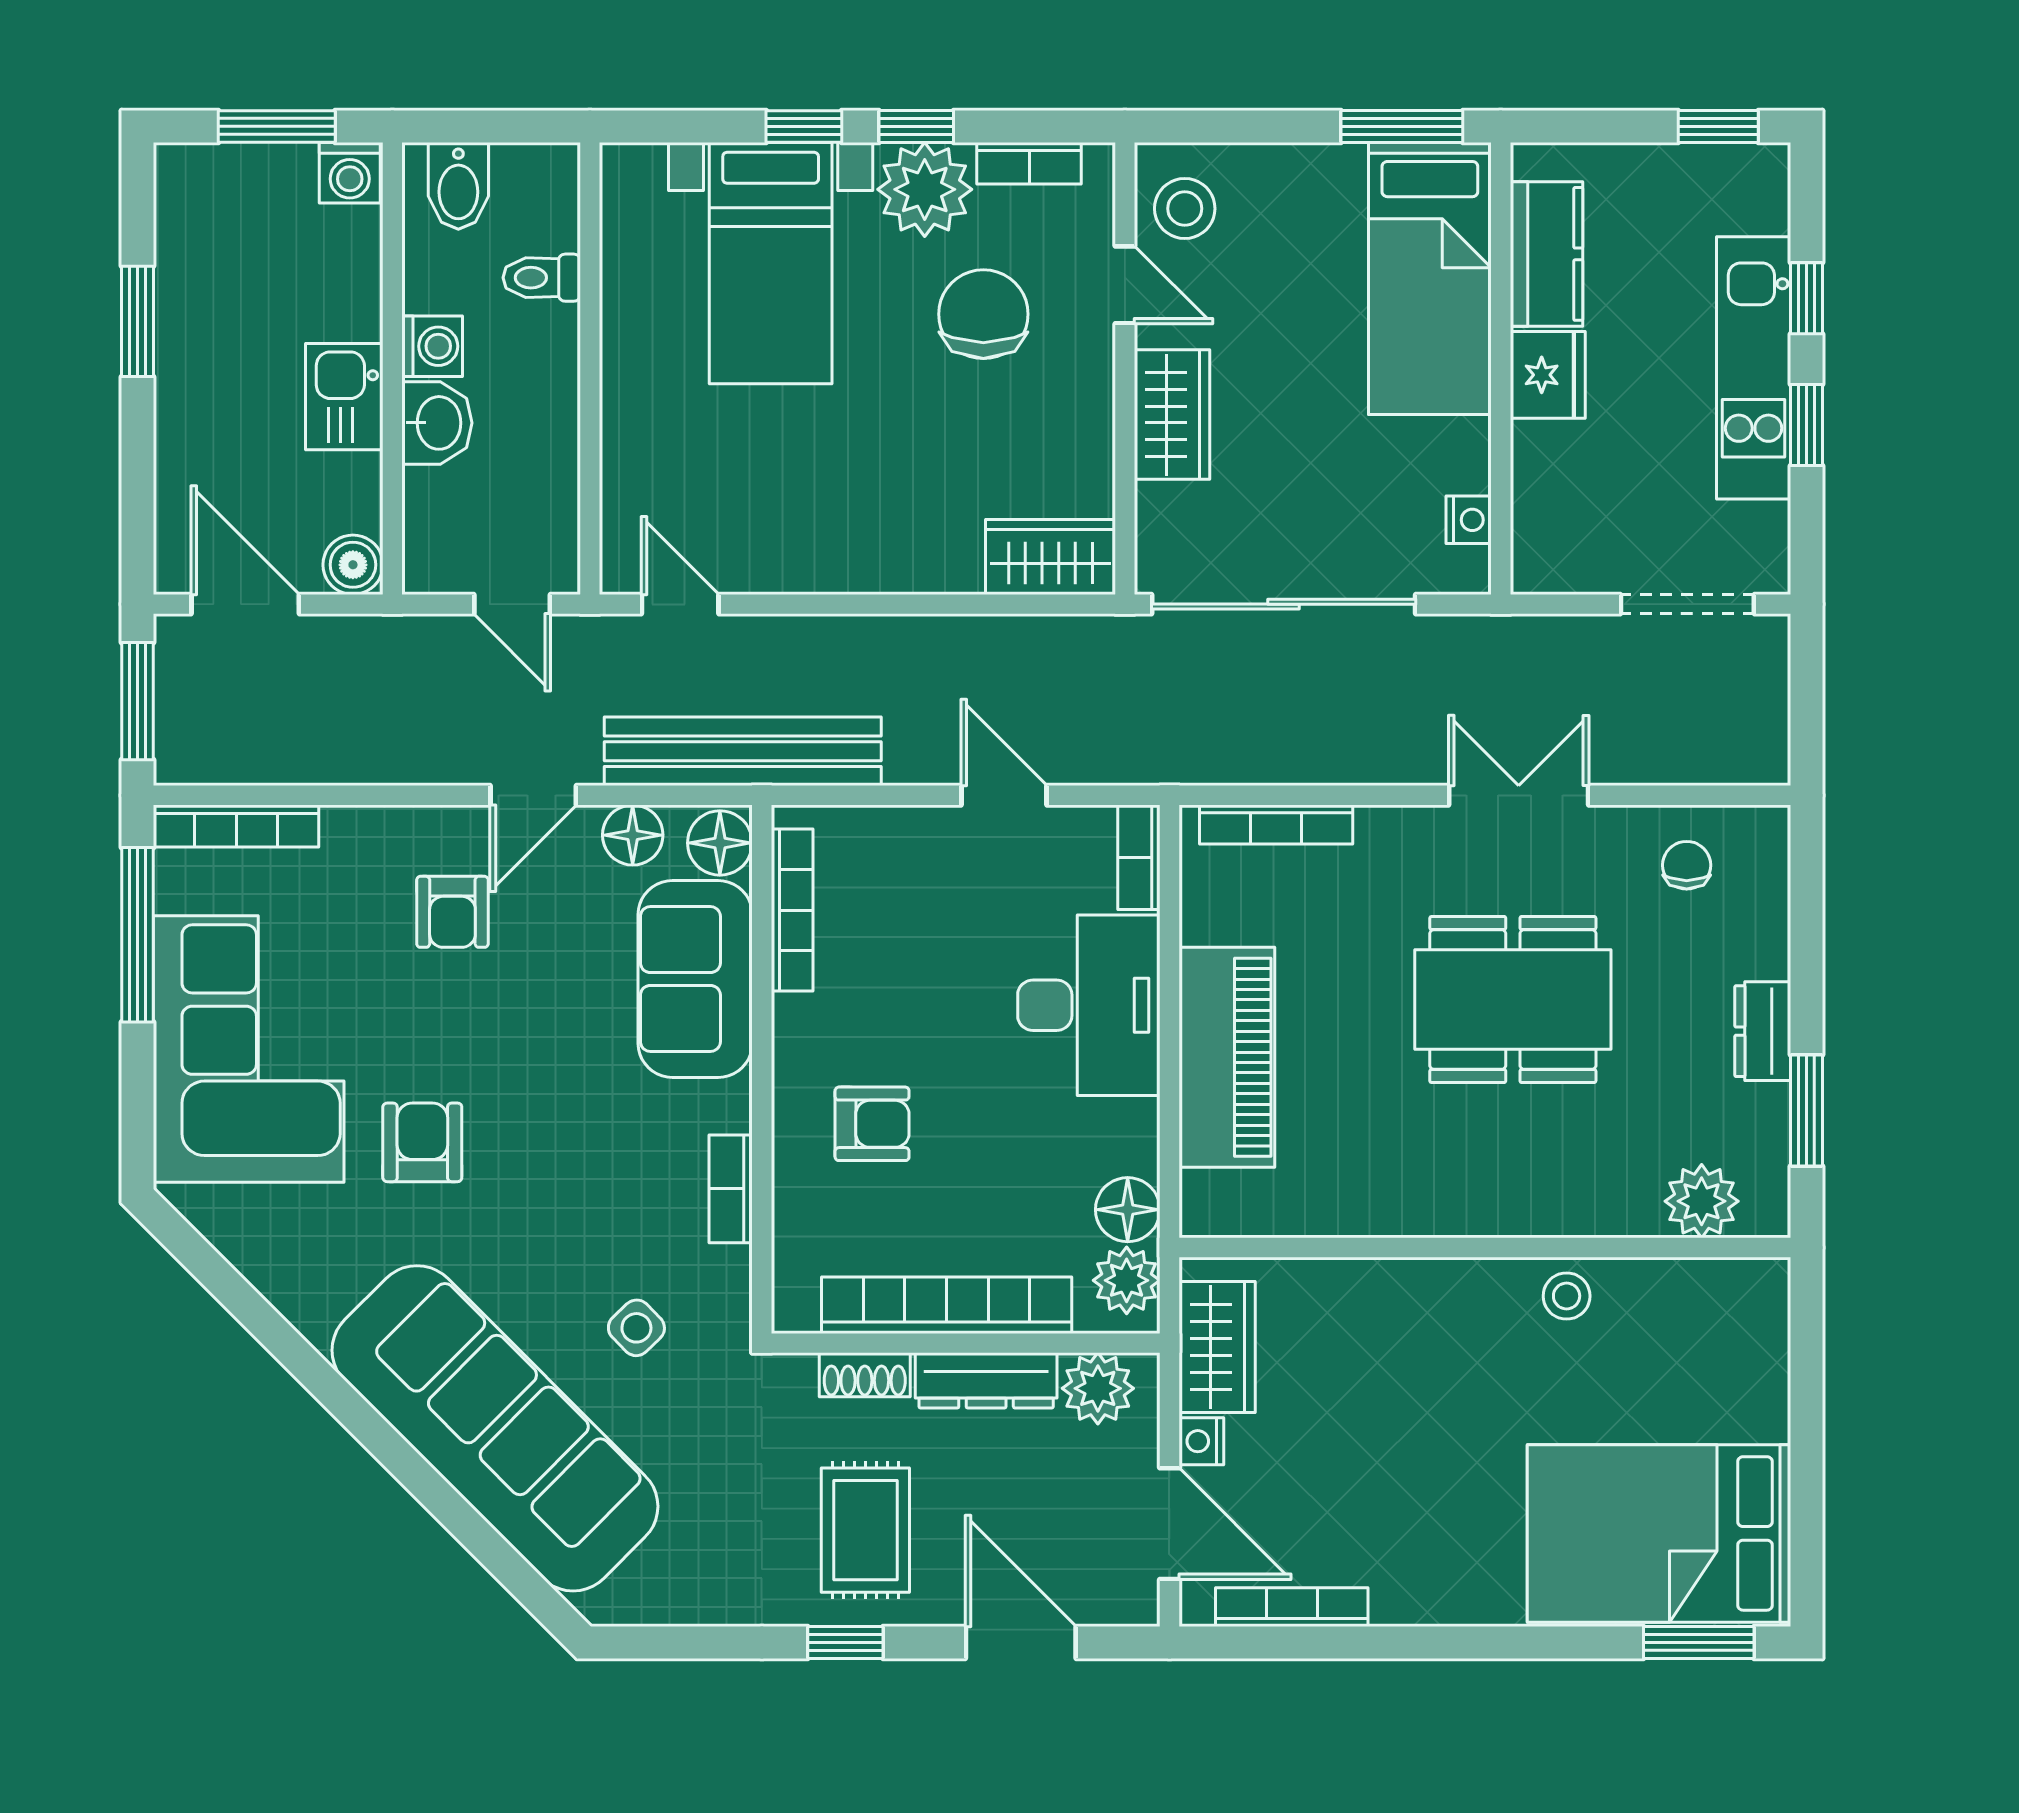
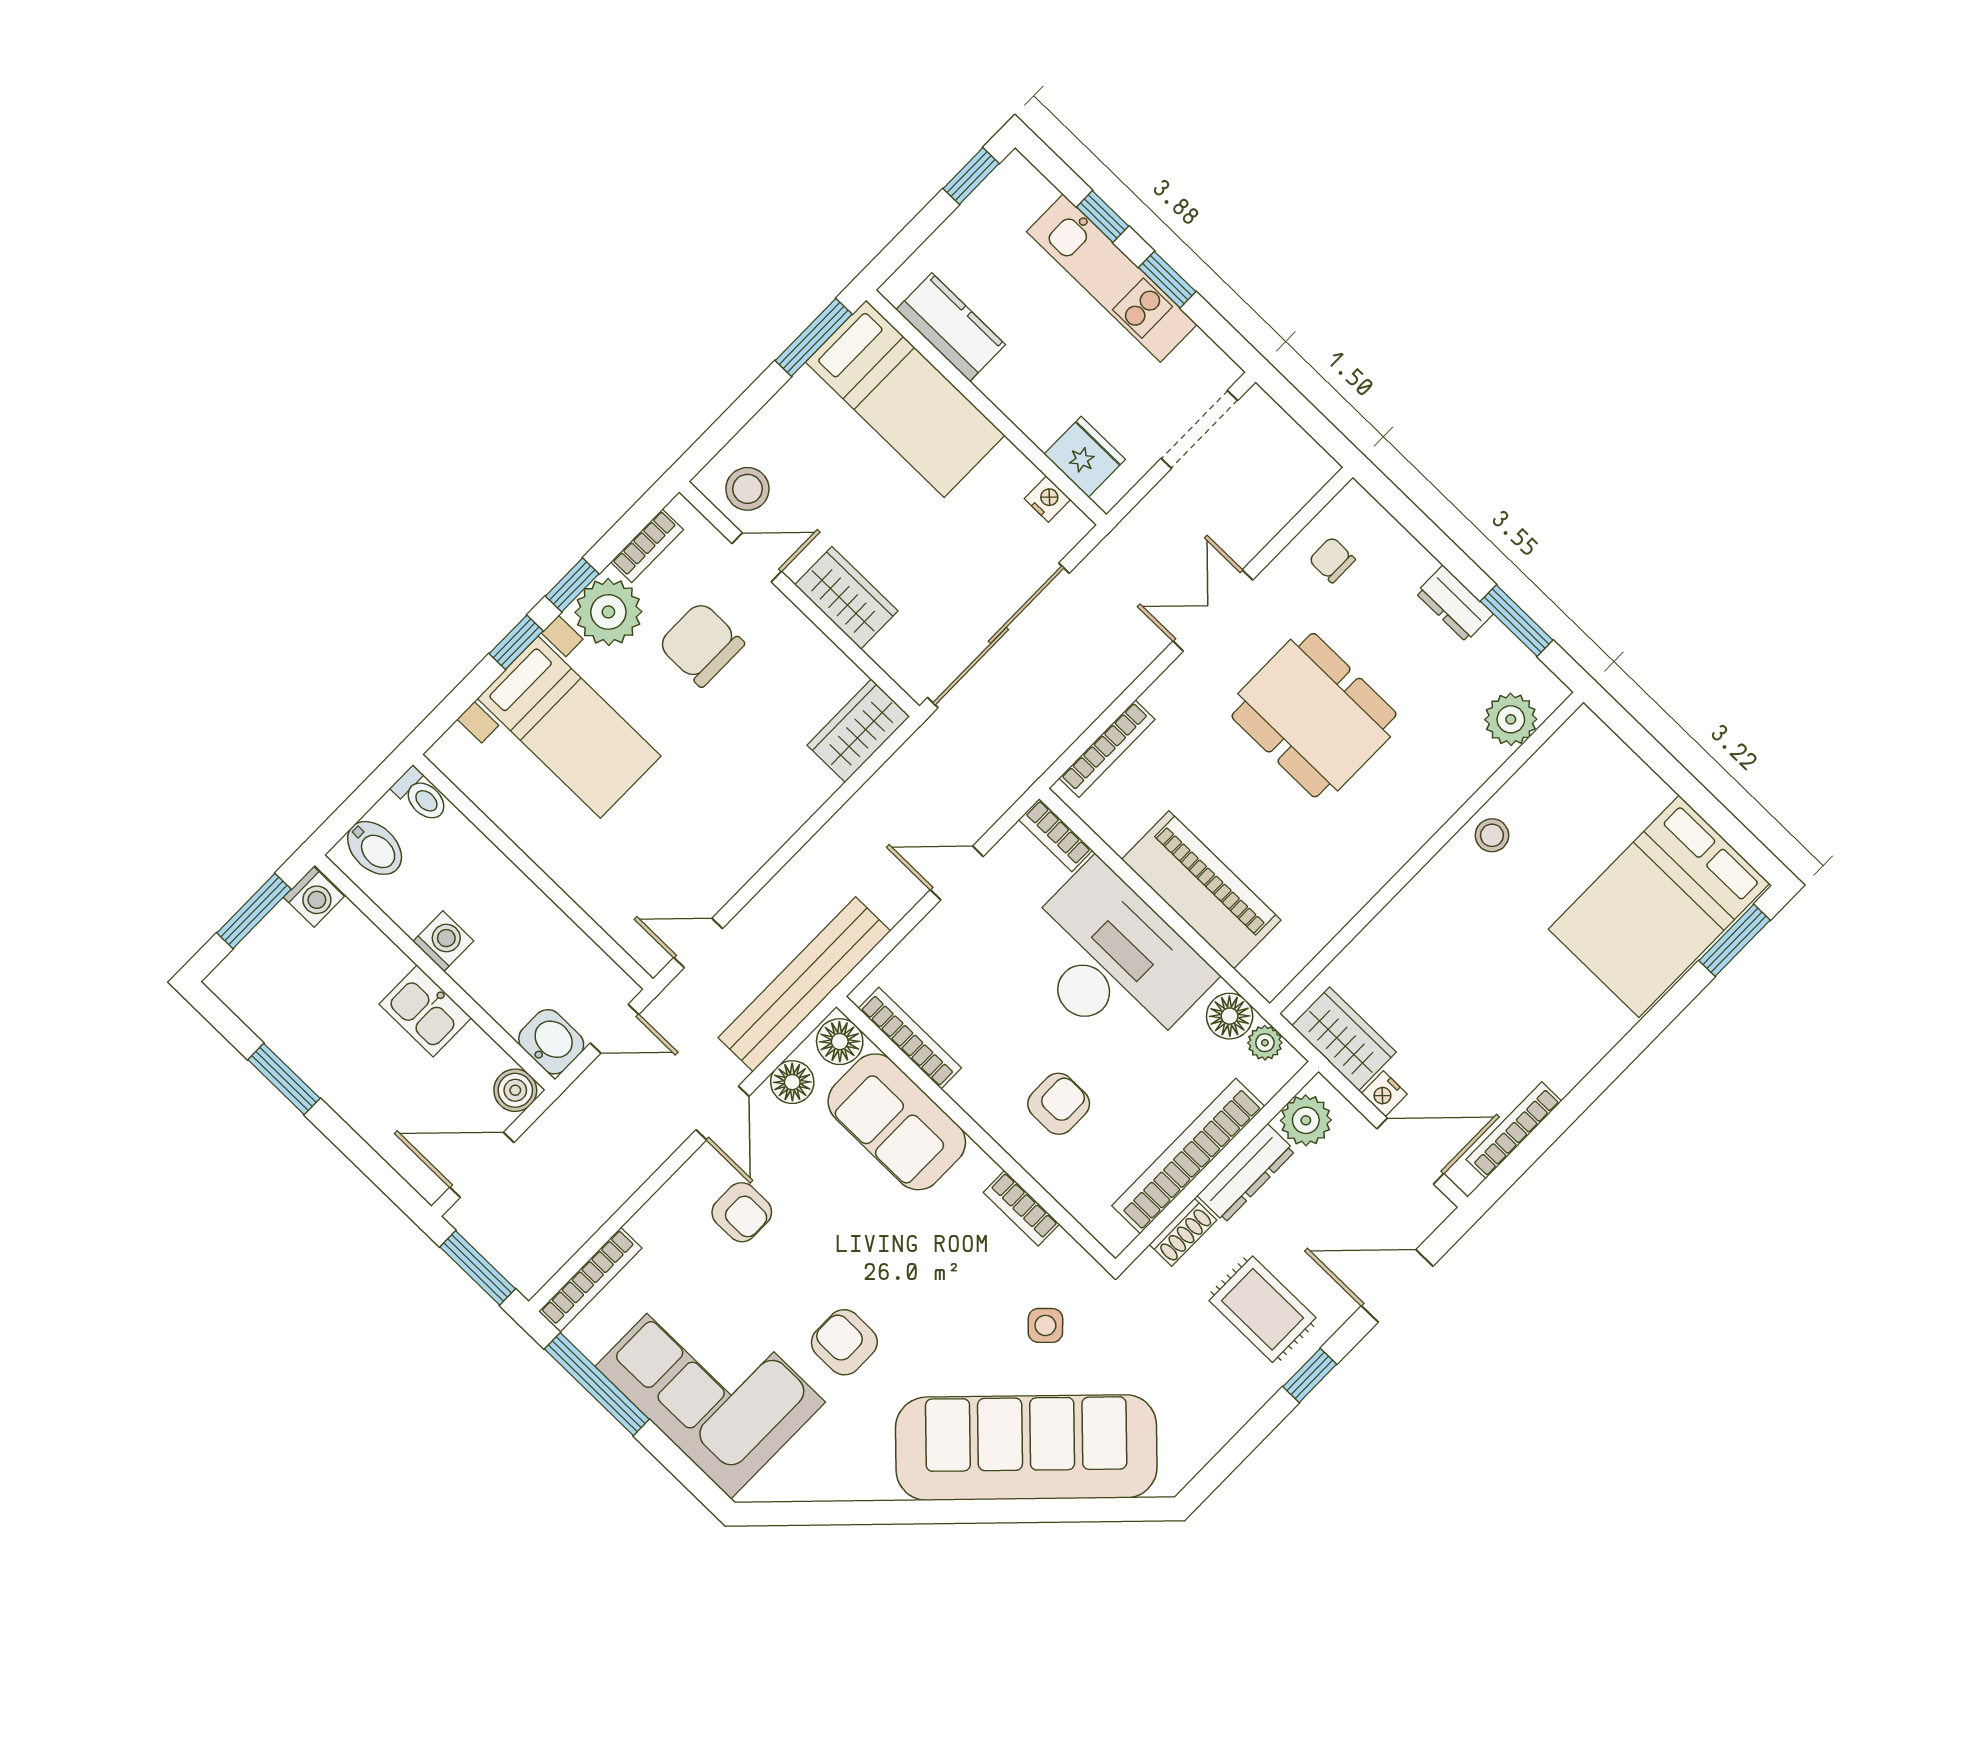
toilet: (542, 278) -> (421, 795), moved, turned -90
fridge: (1548, 375) -> (1085, 457), moved
washbasin: (437, 423) -> (551, 1042), moved
dining table: (1513, 999) -> (1314, 715), turned 90
desk: (1089, 1005) -> (1112, 961), width x1.36, depth x1.30
plant: (1127, 1280) -> (1265, 1043), width x0.73, depth x0.73

